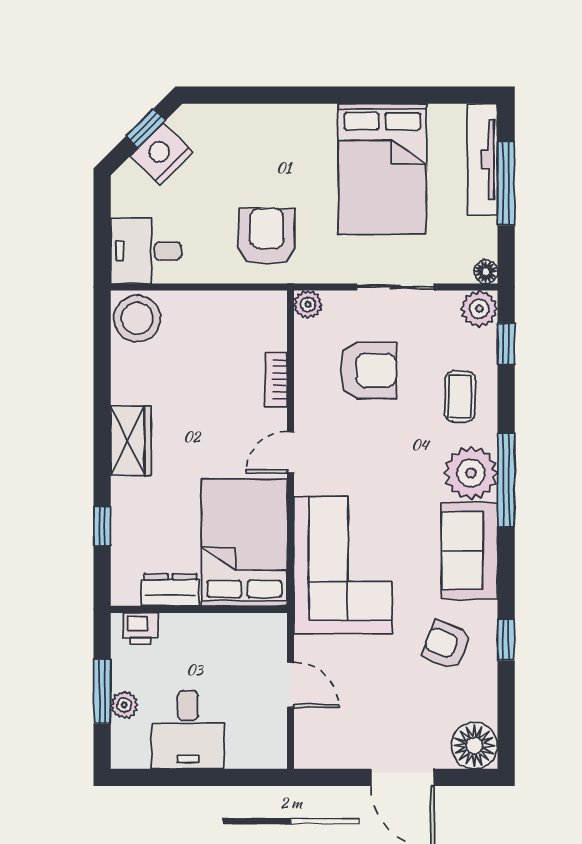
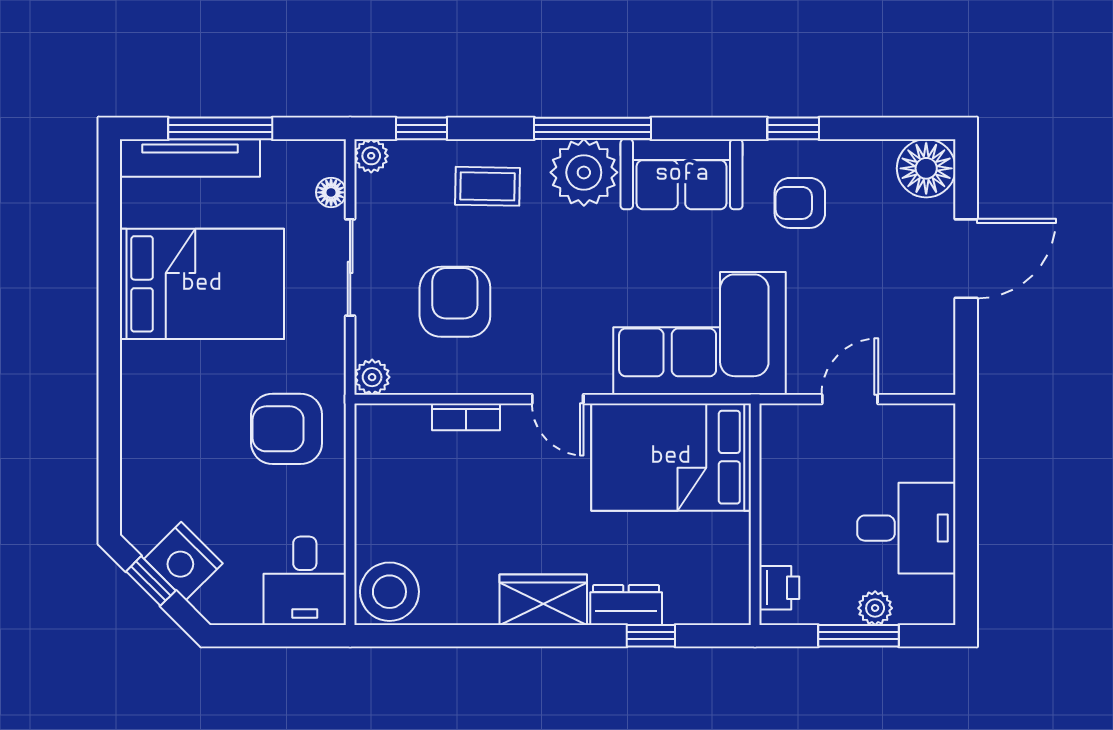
floor lamp: (486, 272) -> (331, 192), moved
plant: (479, 309) -> (371, 156), width x0.73, depth x0.73
dresser: (170, 590) -> (626, 605), moved, turned 90
armchair: (447, 645) -> (800, 203), turned 67

